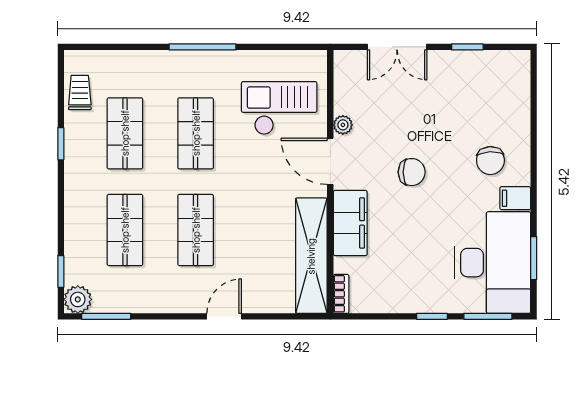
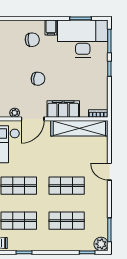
chair: (412, 172) -> (38, 79), turned 97

